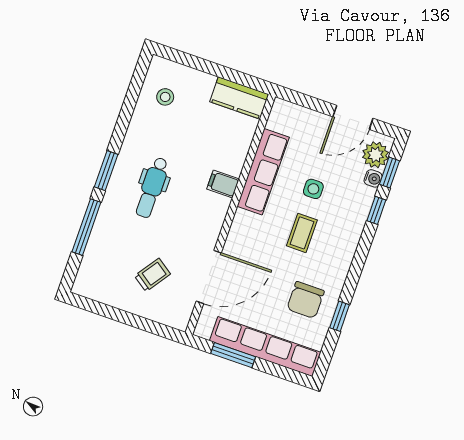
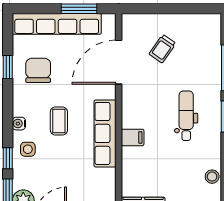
stool: (165, 97) -> (212, 177), moved
row of seats: (263, 172) -> (105, 133), moved
water cooler: (373, 178) -> (19, 124), moved
side table: (313, 189) -> (28, 149), moved

